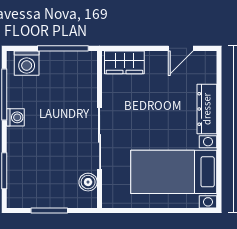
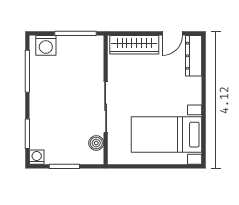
wardrobe: (124, 62) -> (134, 45), width x1.50
dresser: (207, 109) -> (194, 56), moved
washing machine: (15, 117) -> (37, 157), moved, turned -90

